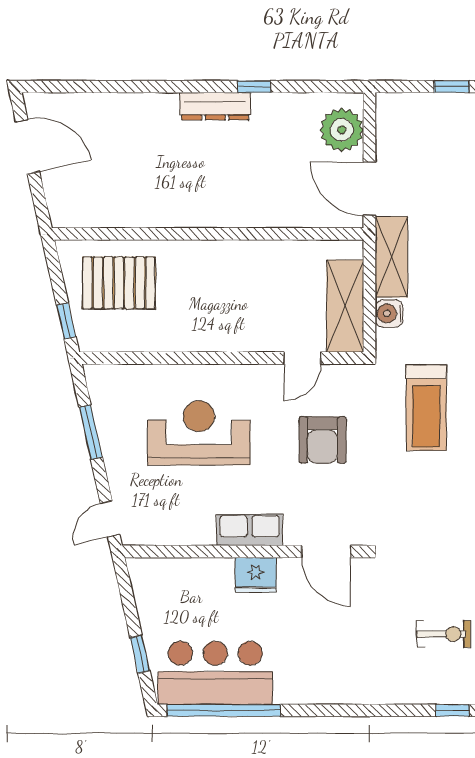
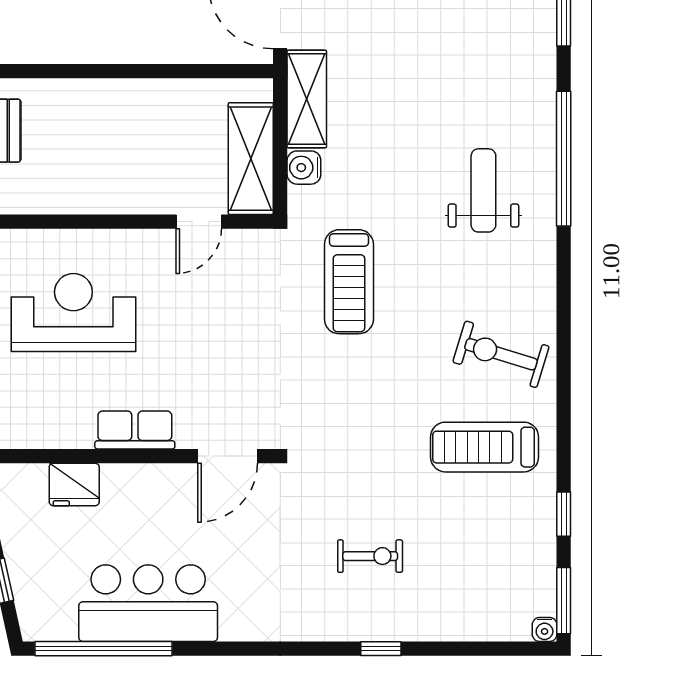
armchair: (323, 440) -> (223, 321), removed
door: (326, 551) -> (228, 456), hinge flipped
fridge: (256, 575) -> (74, 484), moved
bar counter: (215, 673) -> (148, 603), moved

